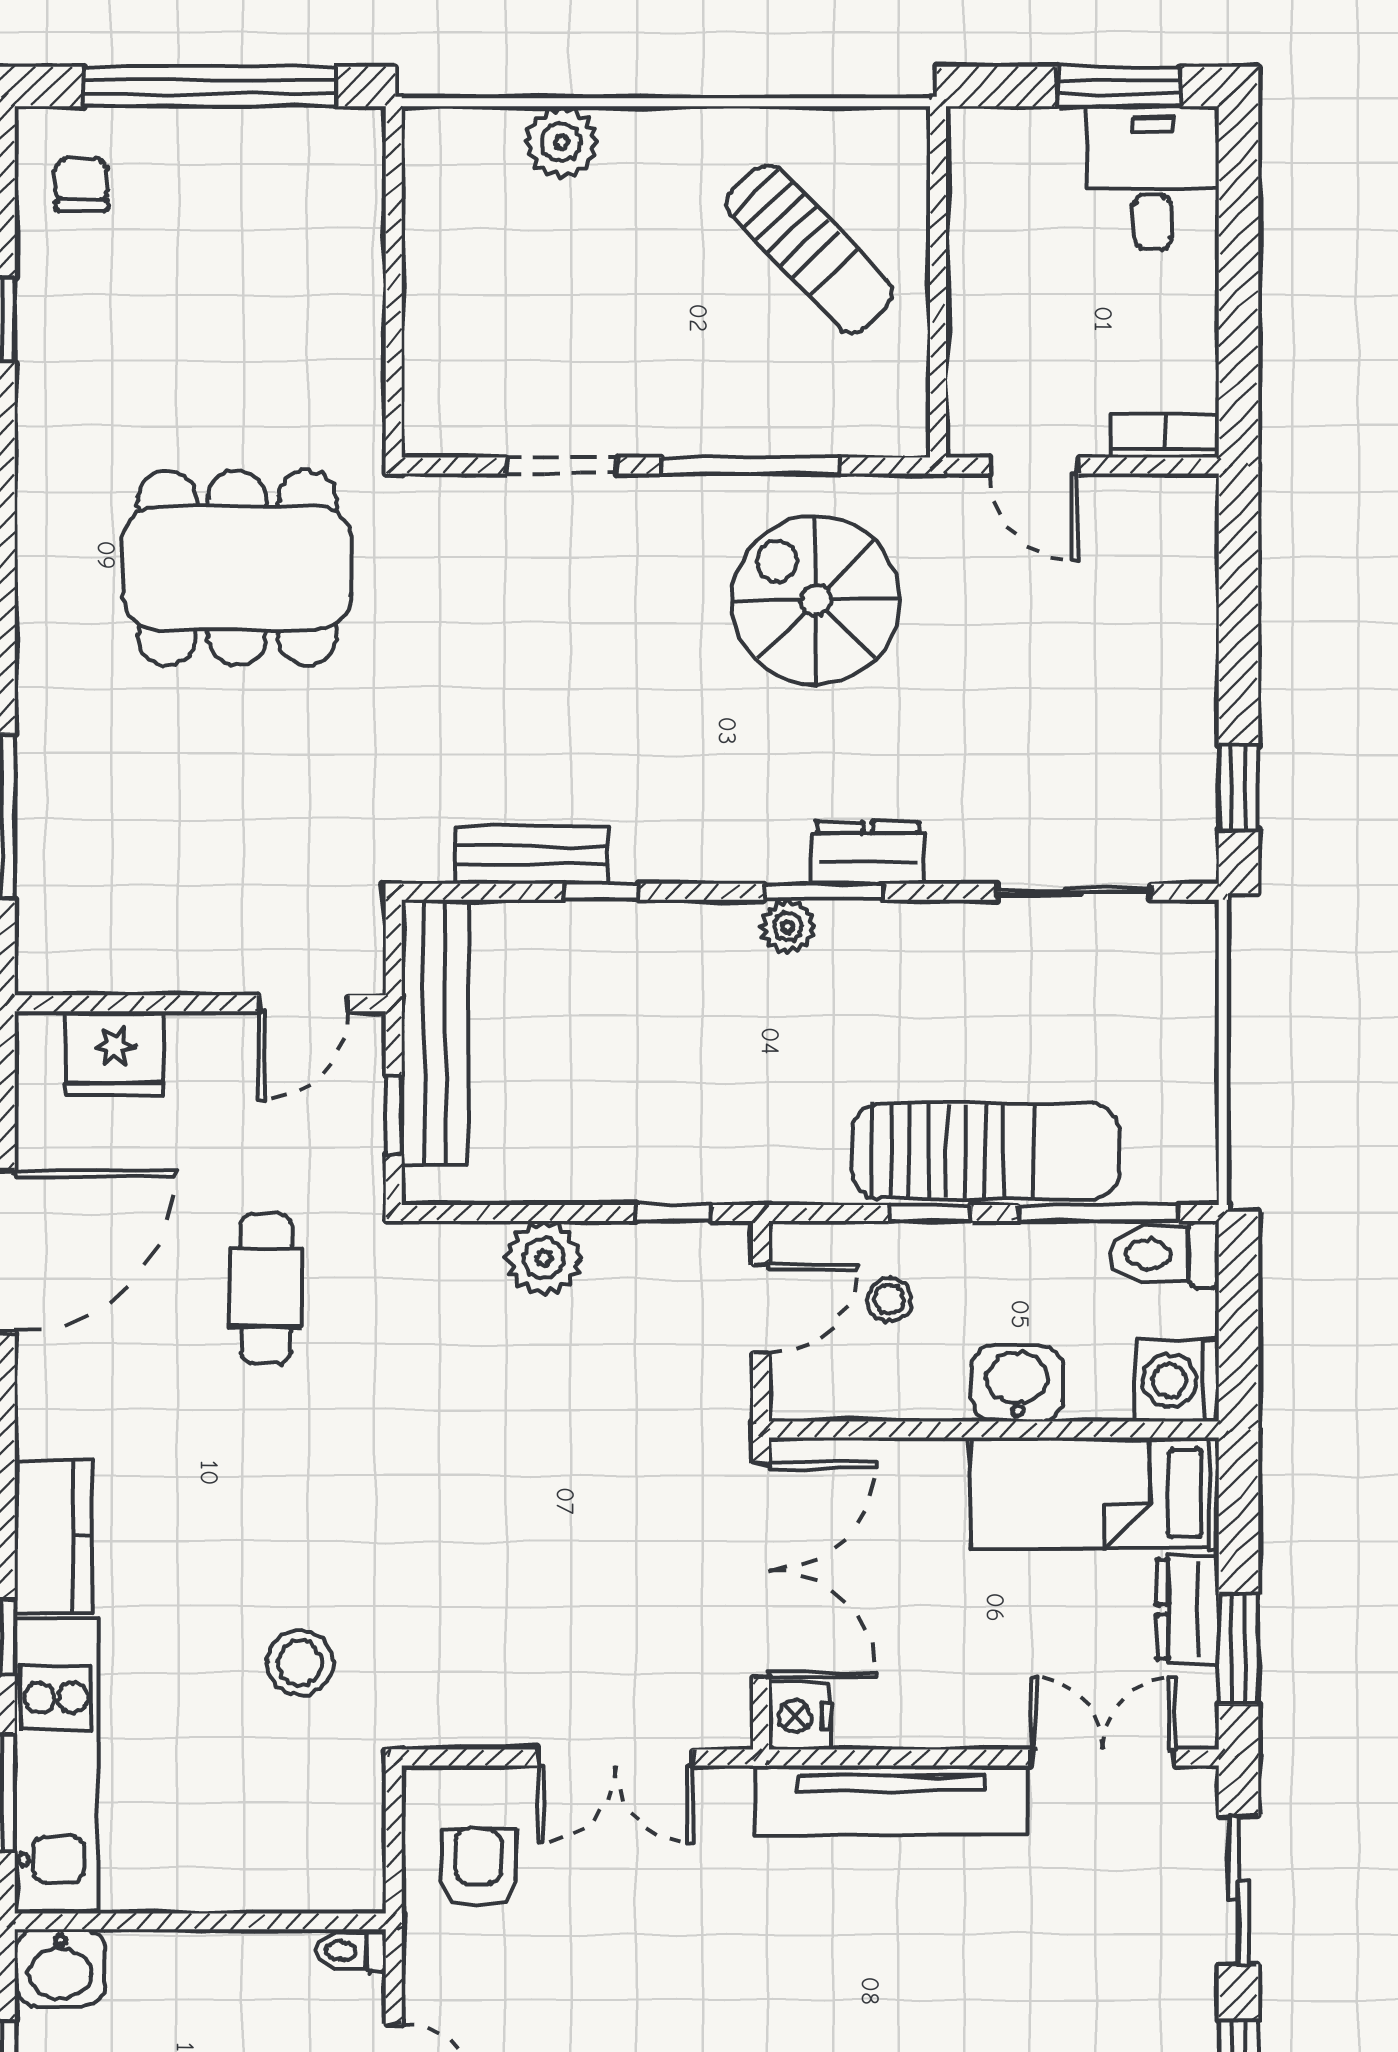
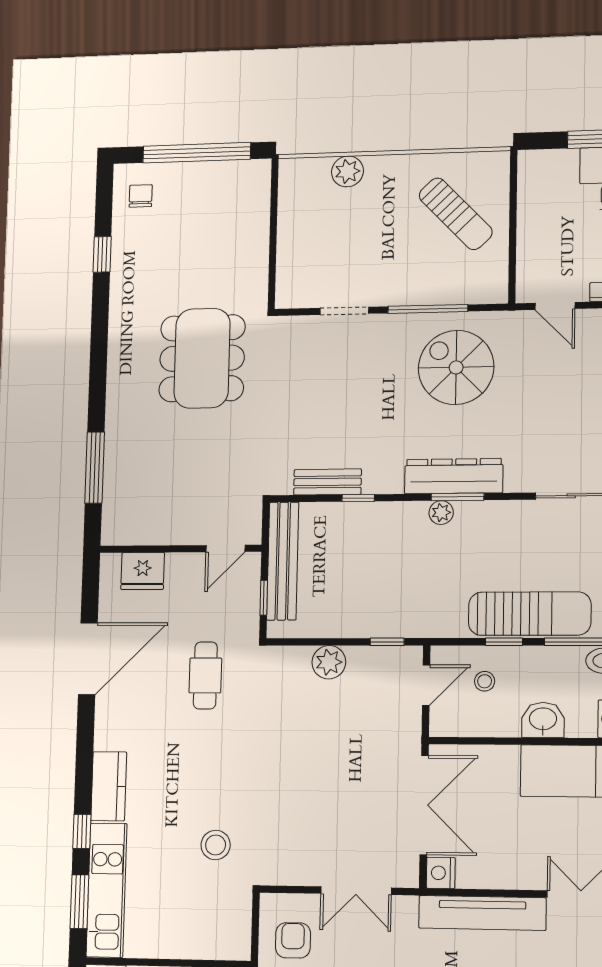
dining table: (237, 568) -> (202, 358), turned 90
dresser: (868, 853) -> (454, 476), width x1.96, depth x1.24

